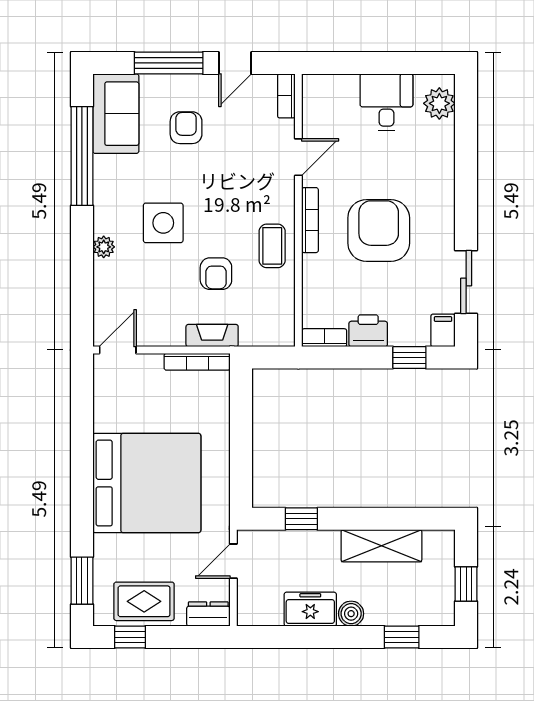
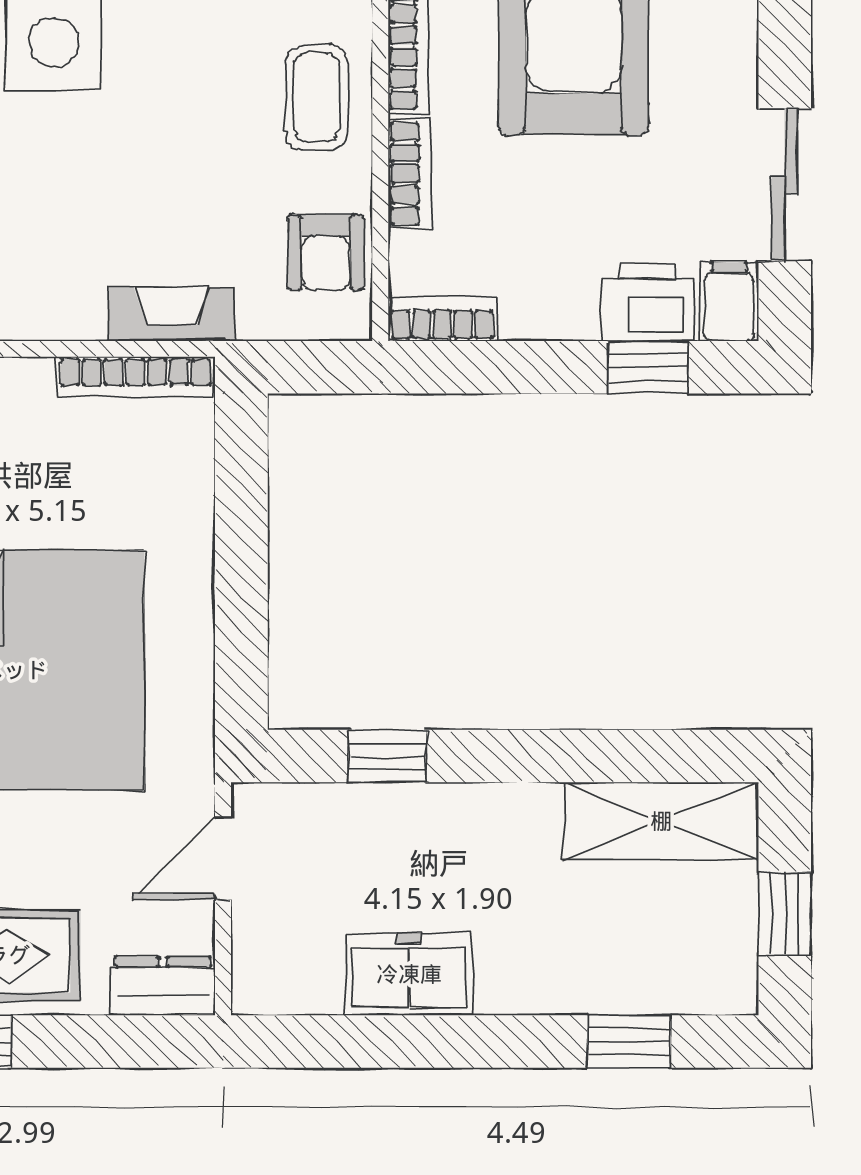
armchair: (216, 274) -> (326, 253), moved
bookcase: (311, 277) -> (410, 174), added
printer: (368, 331) -> (648, 303), moved
shelving: (381, 546) -> (661, 821), moved
boiler: (351, 614) -> (507, 985), removed

